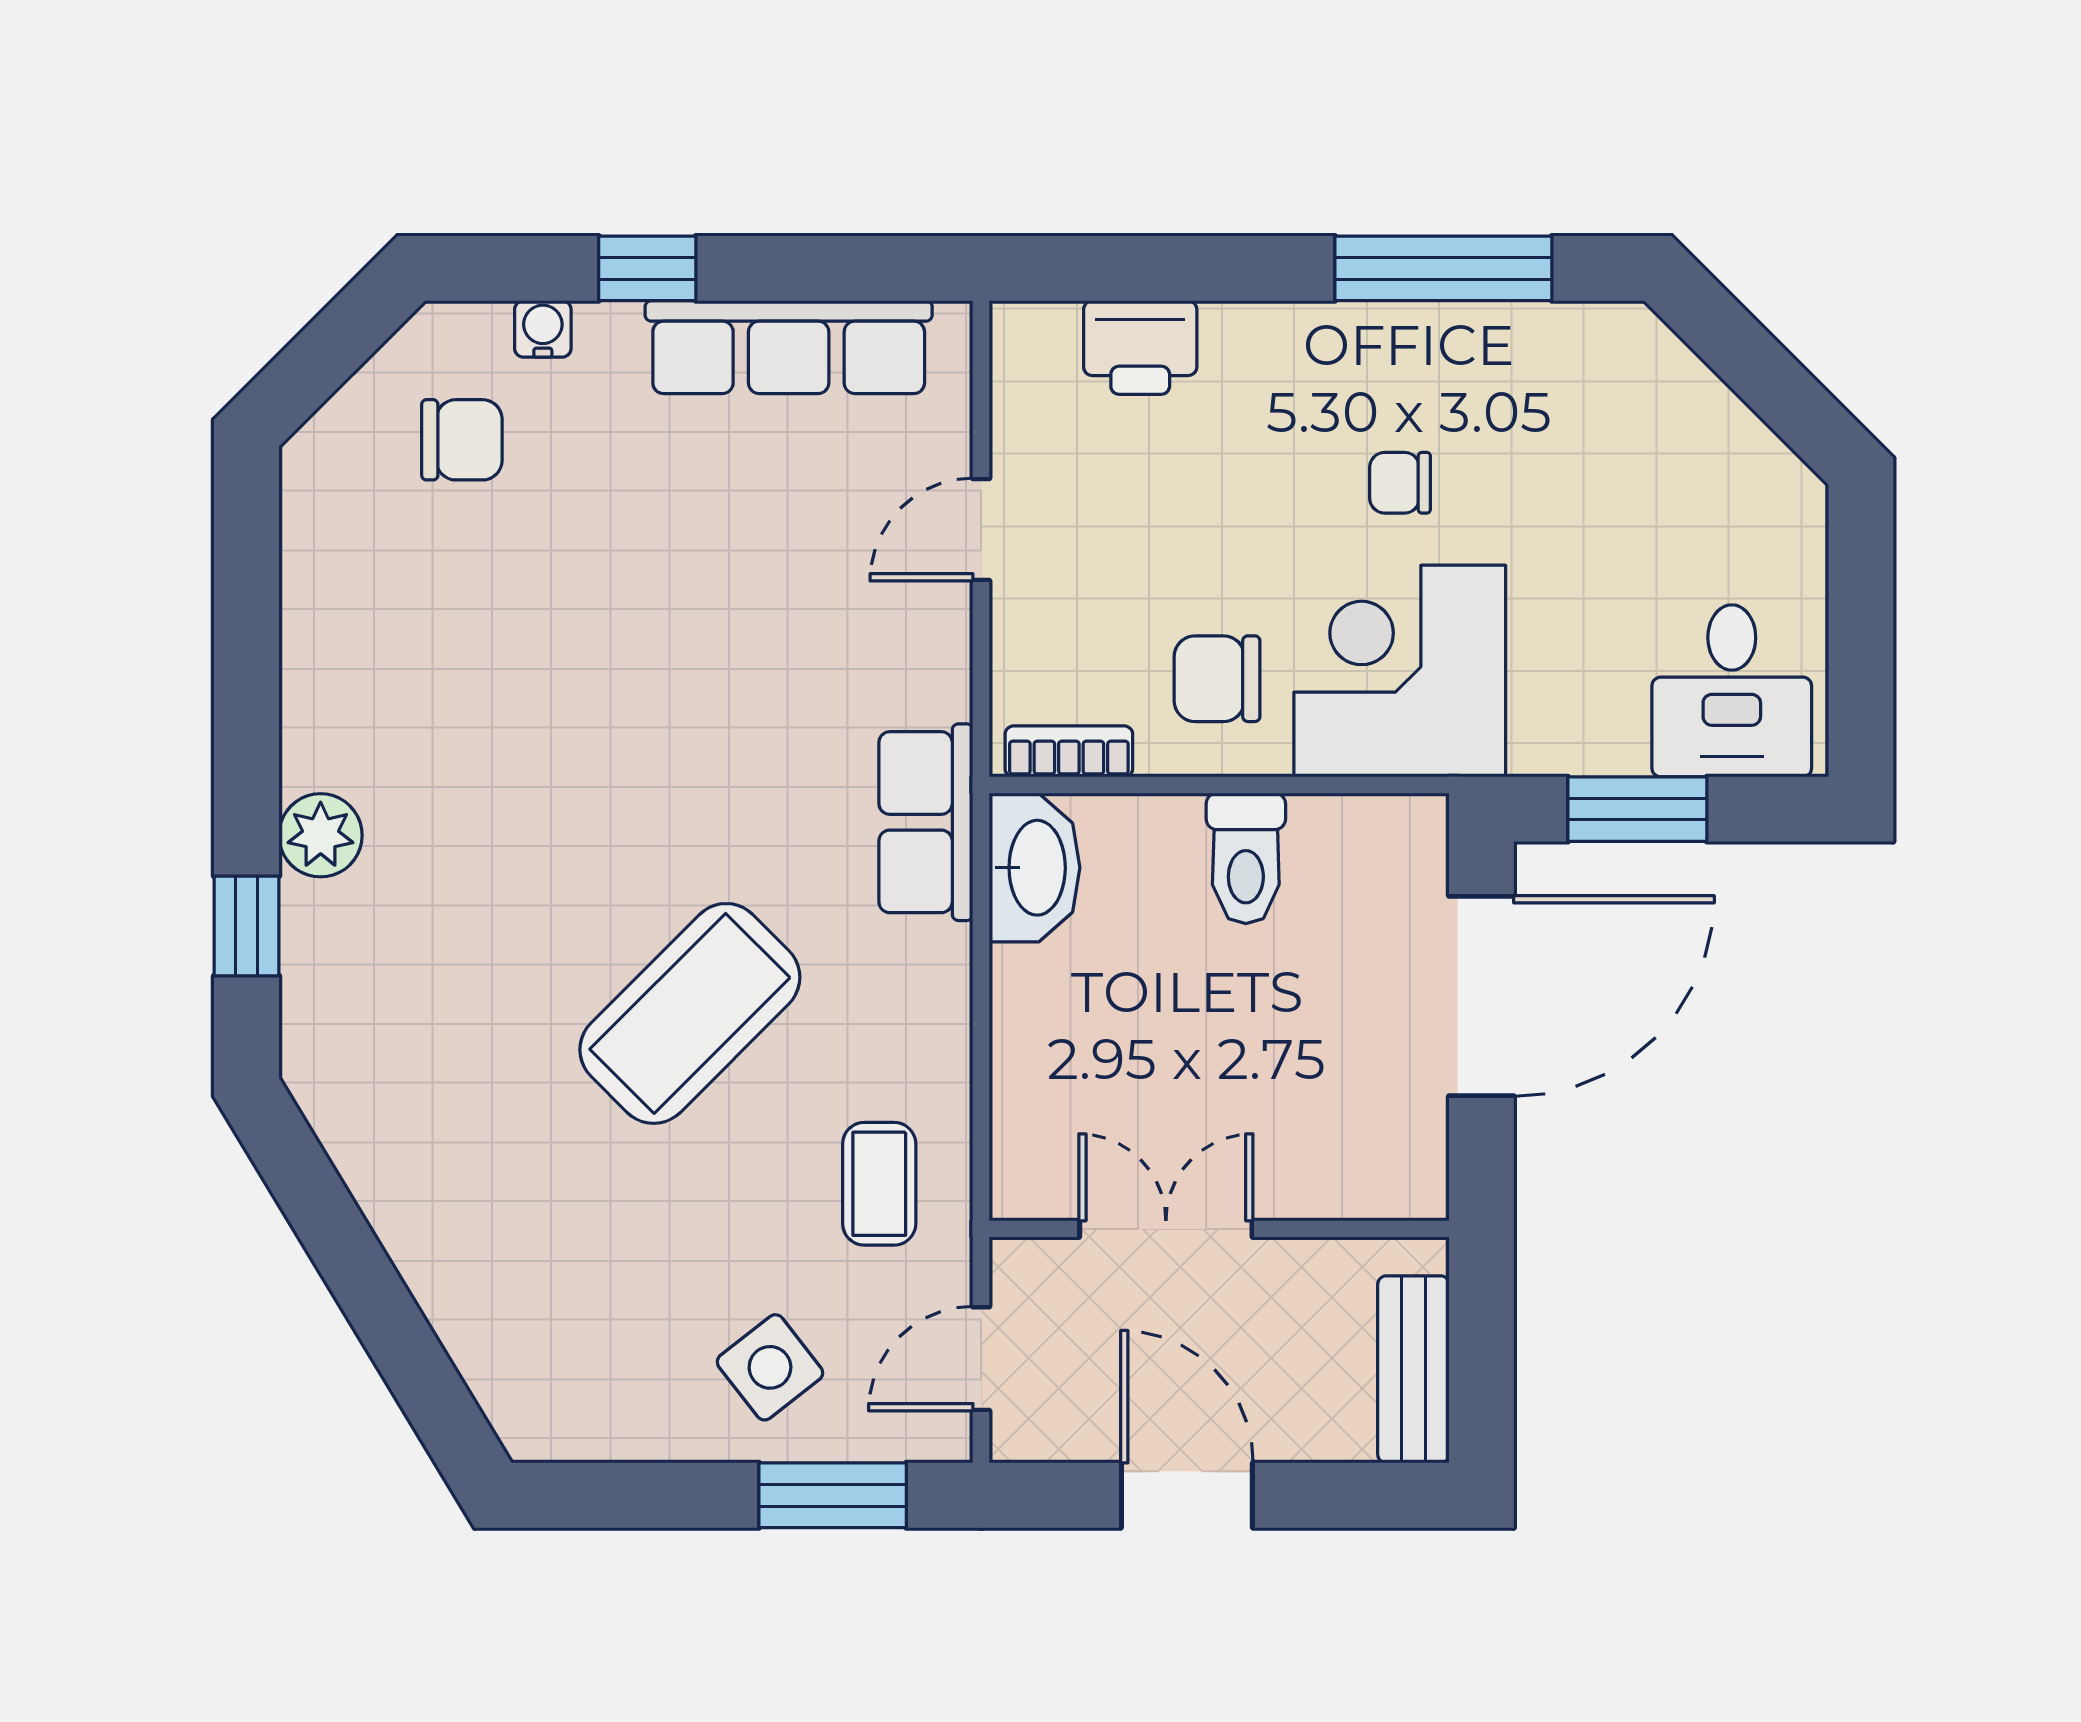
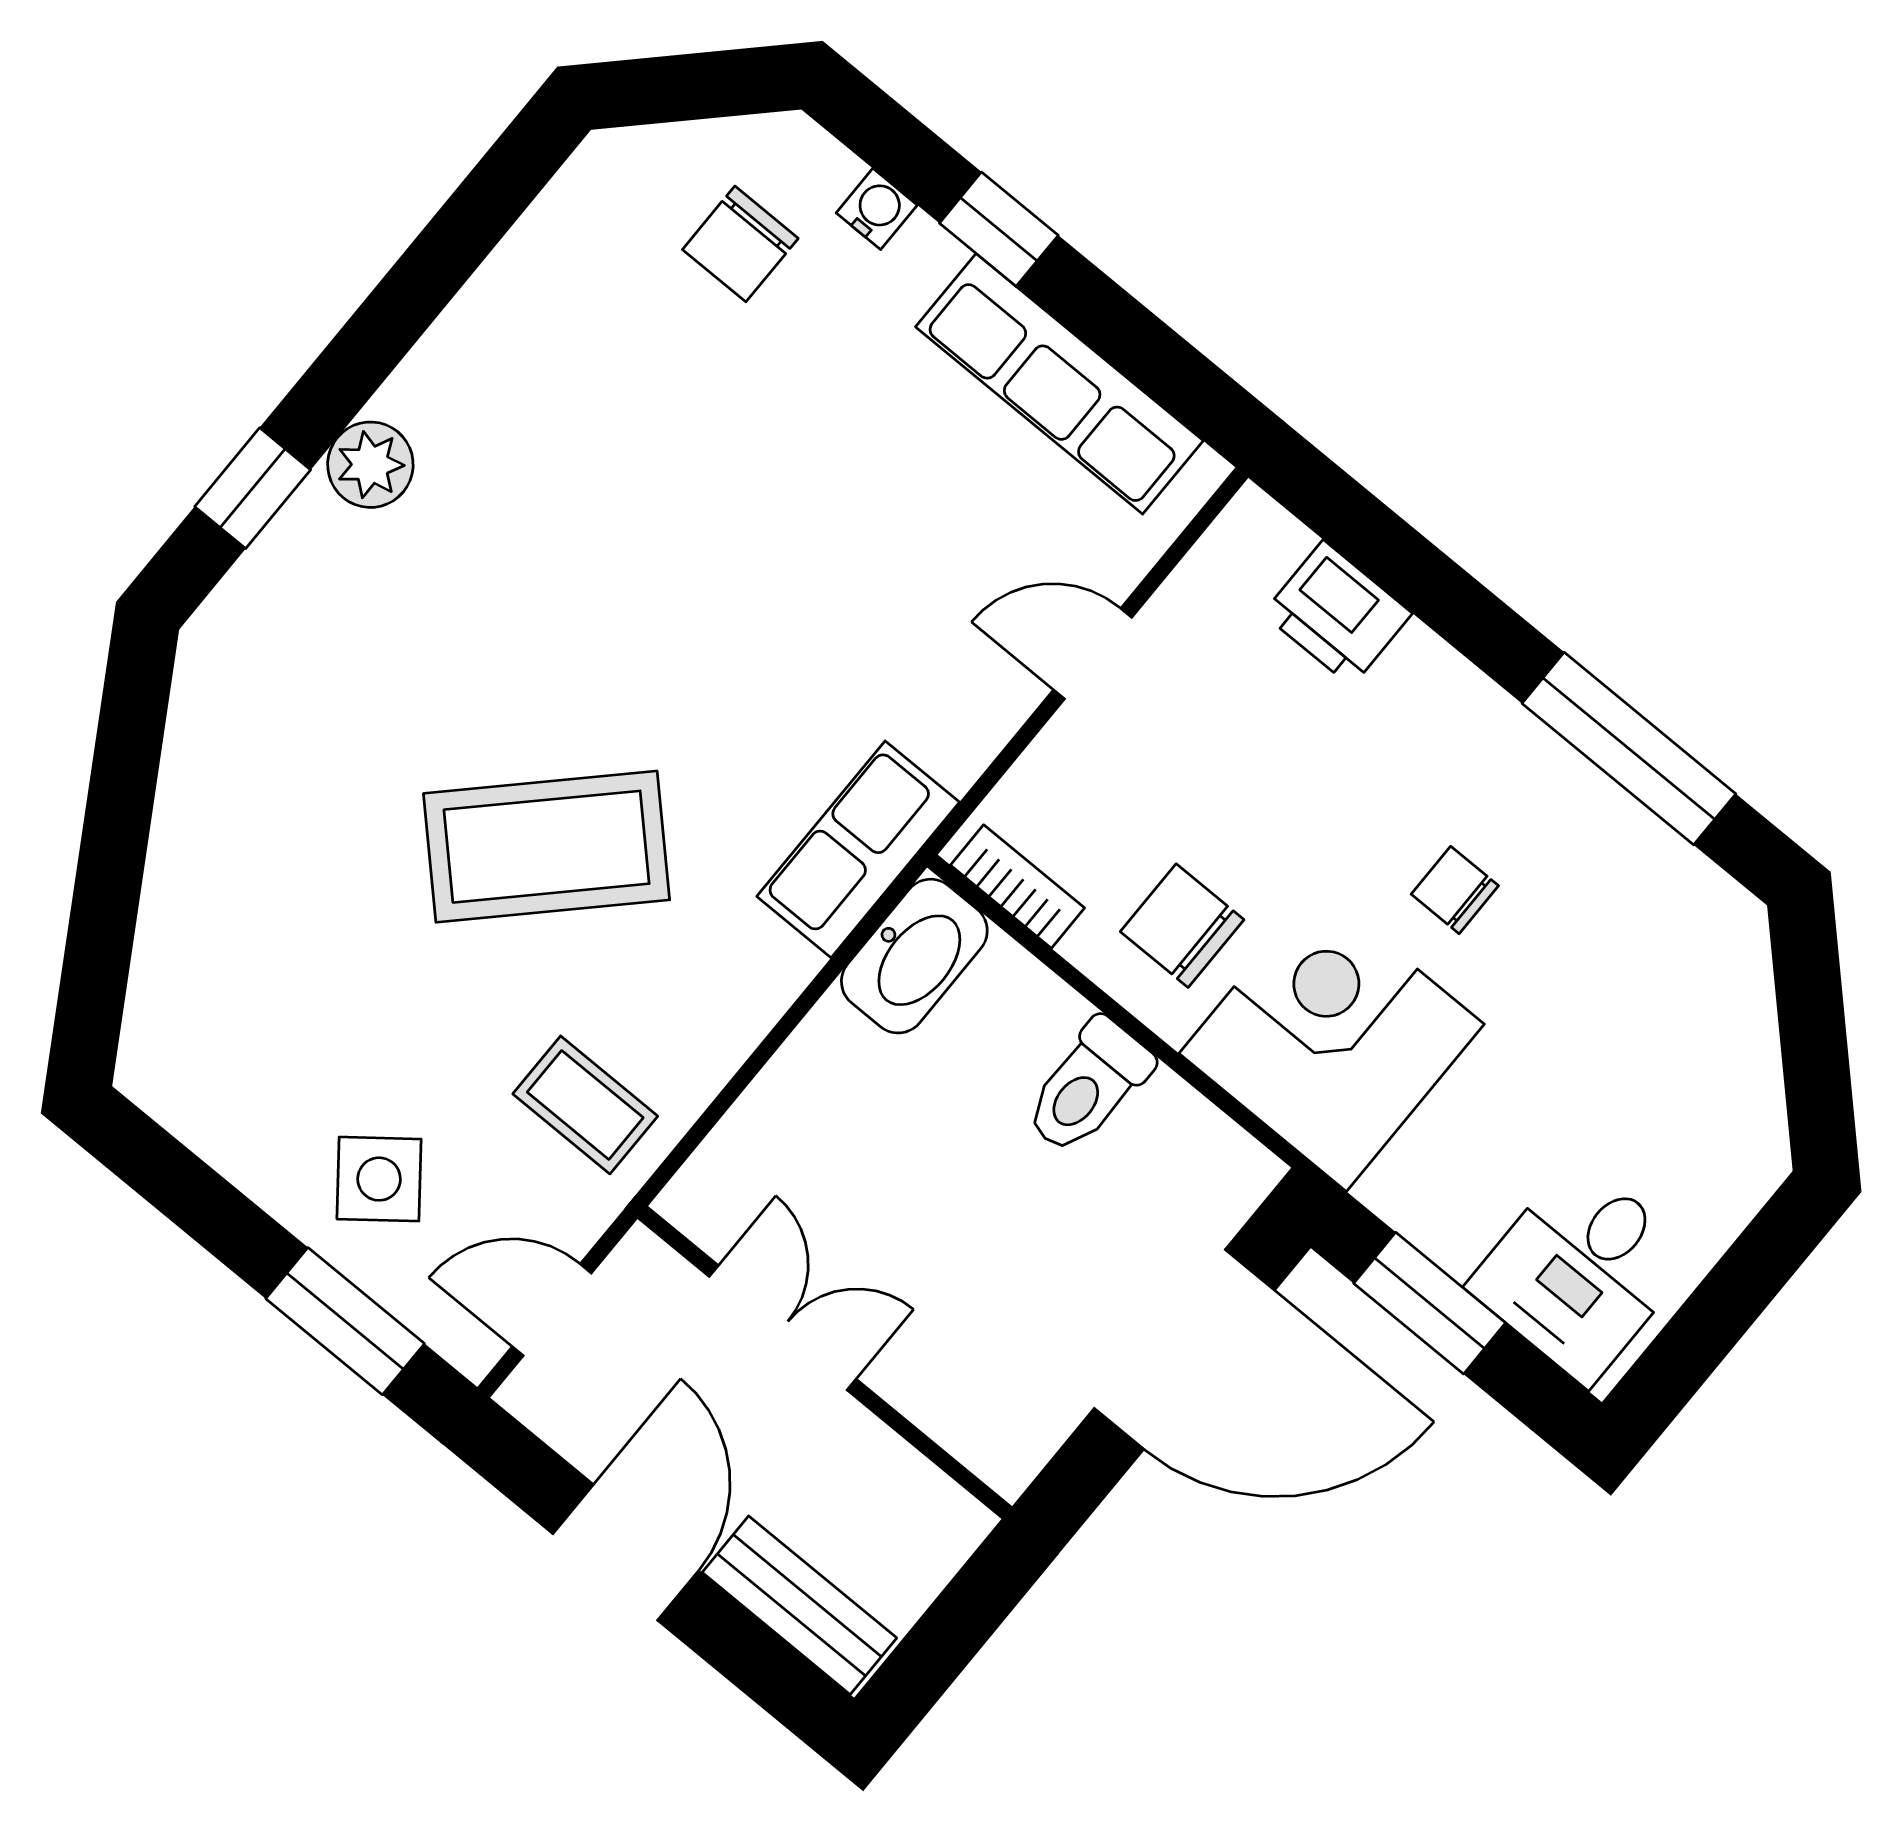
chair: (462, 440) -> (740, 244), turned 90
coffee table: (879, 1184) -> (585, 1105), turned 90
bench: (1413, 1369) -> (799, 1605), moved, turned 90

